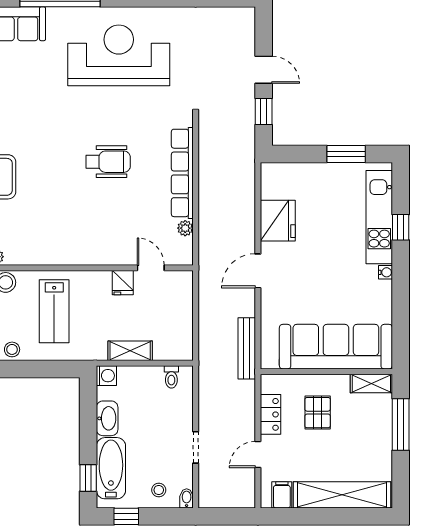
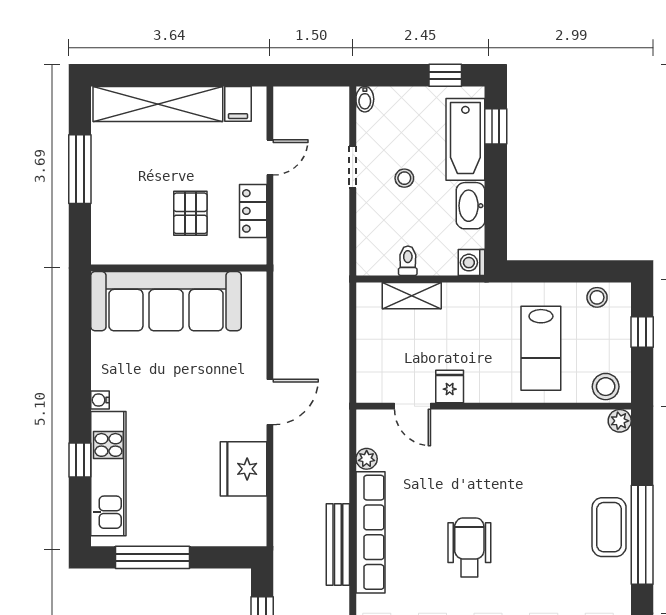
window: (346, 154) -> (152, 557), width x1.44
wheelchair: (108, 162) -> (469, 547), turned 90
lab bench: (54, 311) -> (541, 348), turned 180
bench: (247, 348) -> (338, 545), moved
shelving: (130, 351) -> (412, 296), moved
toilet: (171, 377) -> (408, 261), moved
shelving: (371, 383) -> (119, 252), removed
window: (401, 425) -> (80, 169), moved
stool: (159, 490) -> (404, 178), moved

